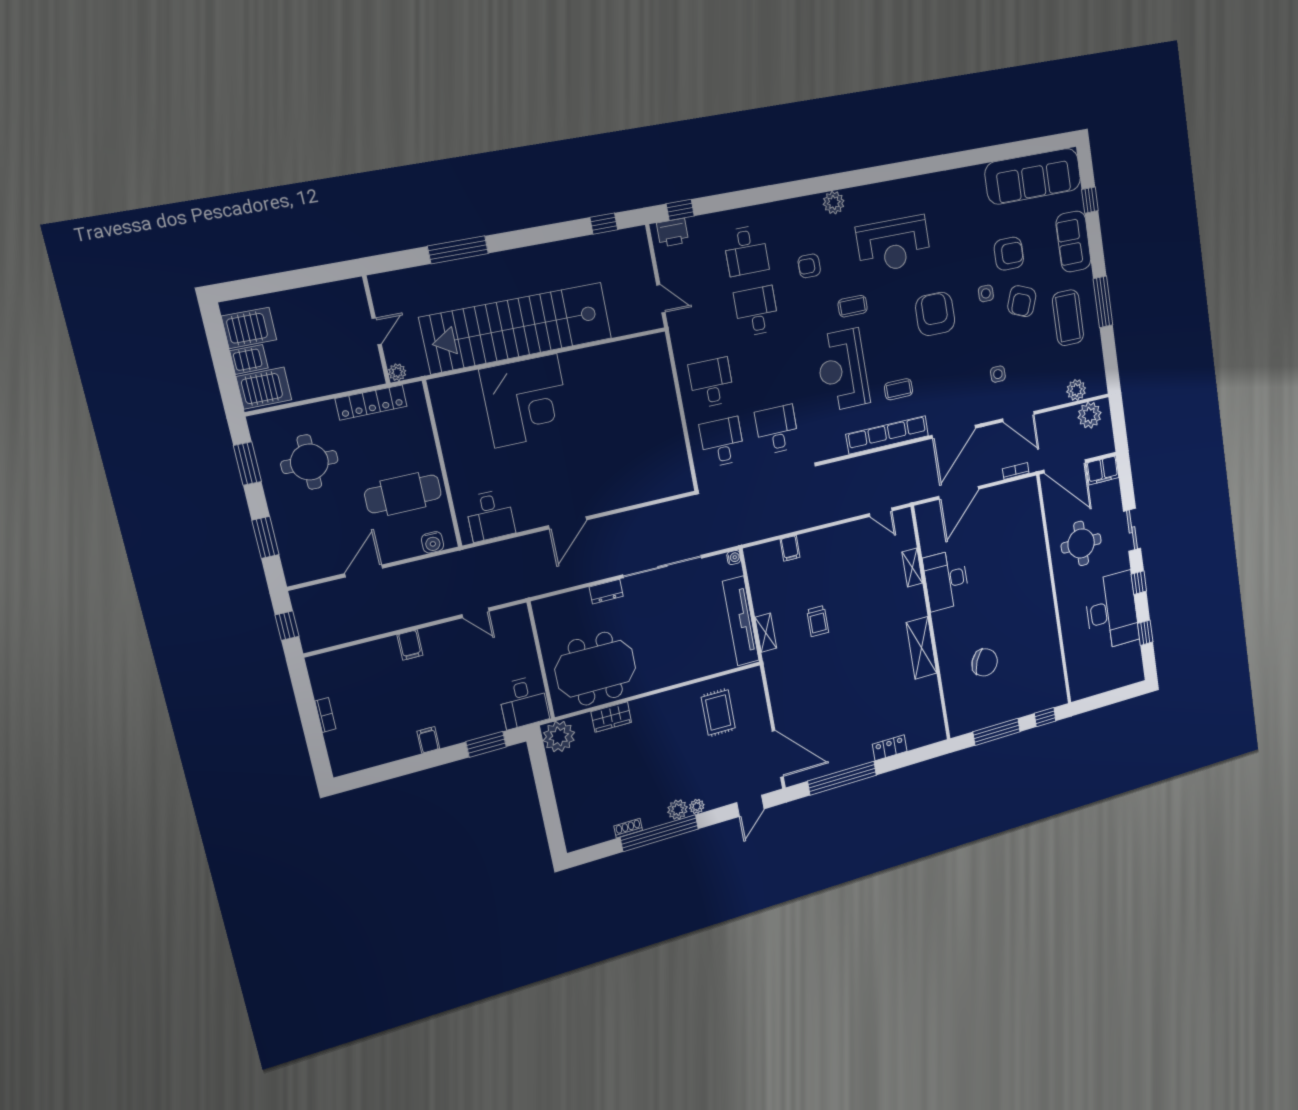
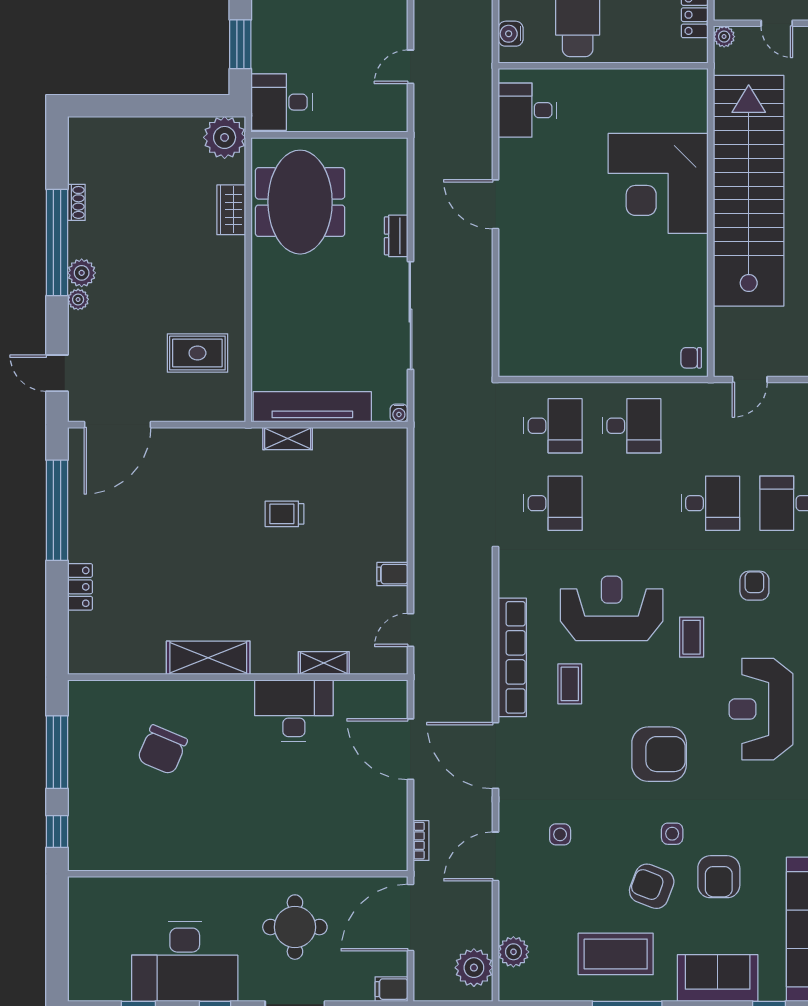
chair: (653, 347) -> (691, 358), added
filing cabinet: (1103, 470) -> (391, 989), width x0.50
filing cabinet: (790, 548) -> (392, 574), moved

